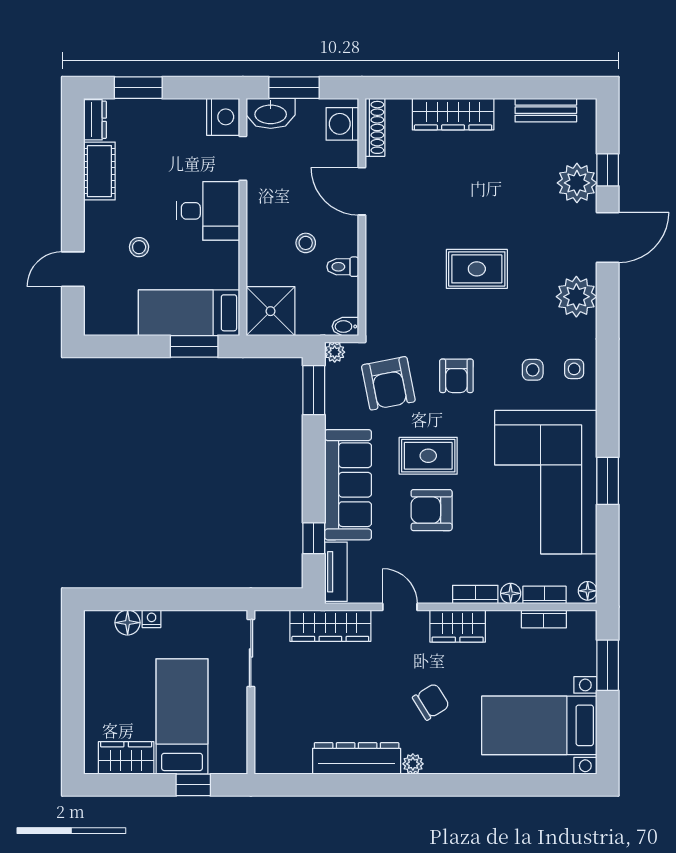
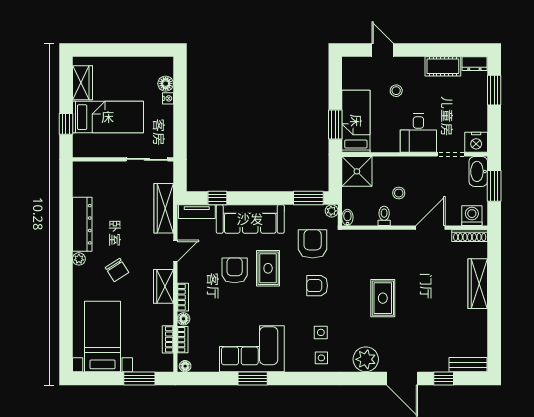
bench: (546, 110) -> (468, 365), moved, turned 90
plant: (577, 183) -> (436, 360), removed
armchair: (388, 383) -> (313, 244), turned 101
corner sofa: (546, 482) -> (252, 349), width x0.73, depth x0.74

